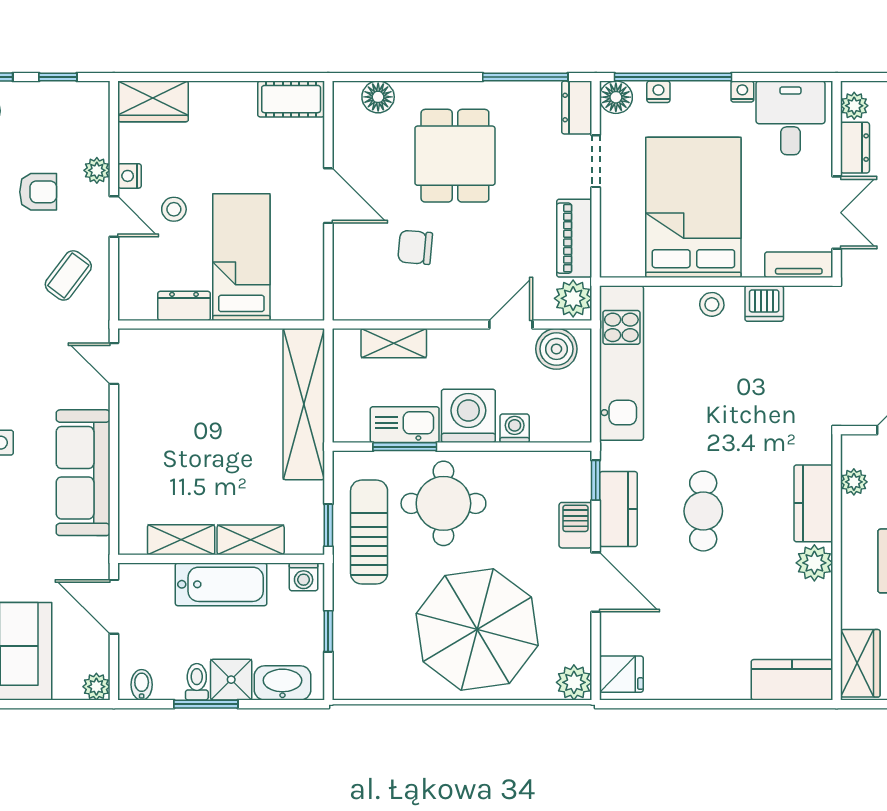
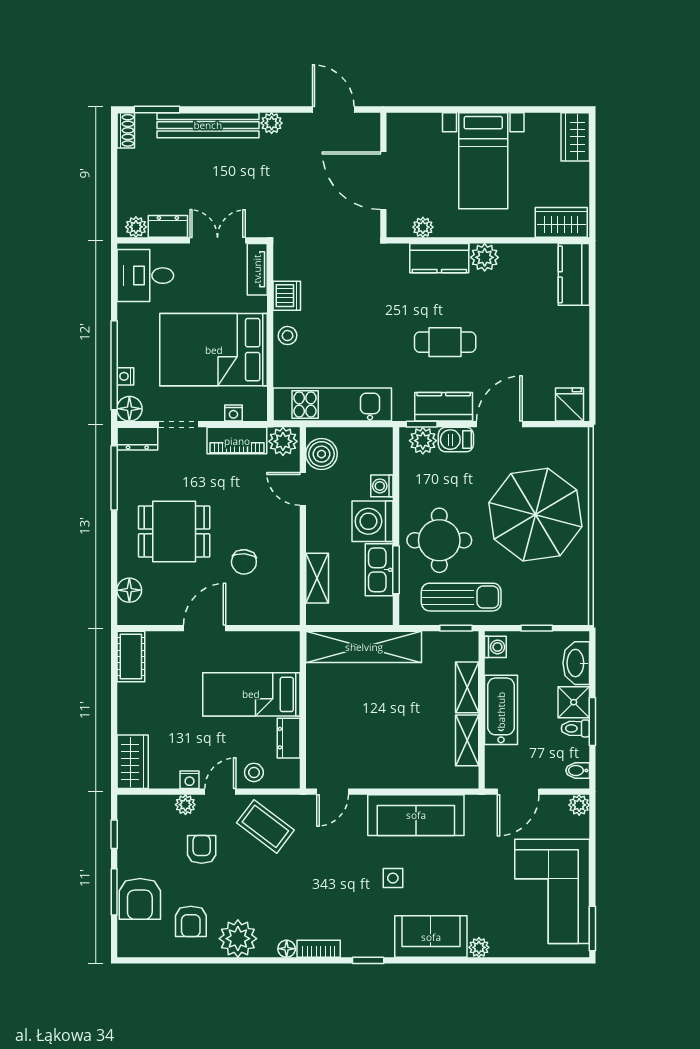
nightstand: (742, 92) -> (233, 413), moved, turned -90
stool: (174, 209) -> (254, 772), moved
coffee table: (68, 275) -> (265, 826), width x1.36, depth x1.30
sun lounger: (369, 532) -> (461, 597), turned 180
plant: (574, 682) -> (423, 441), moved

